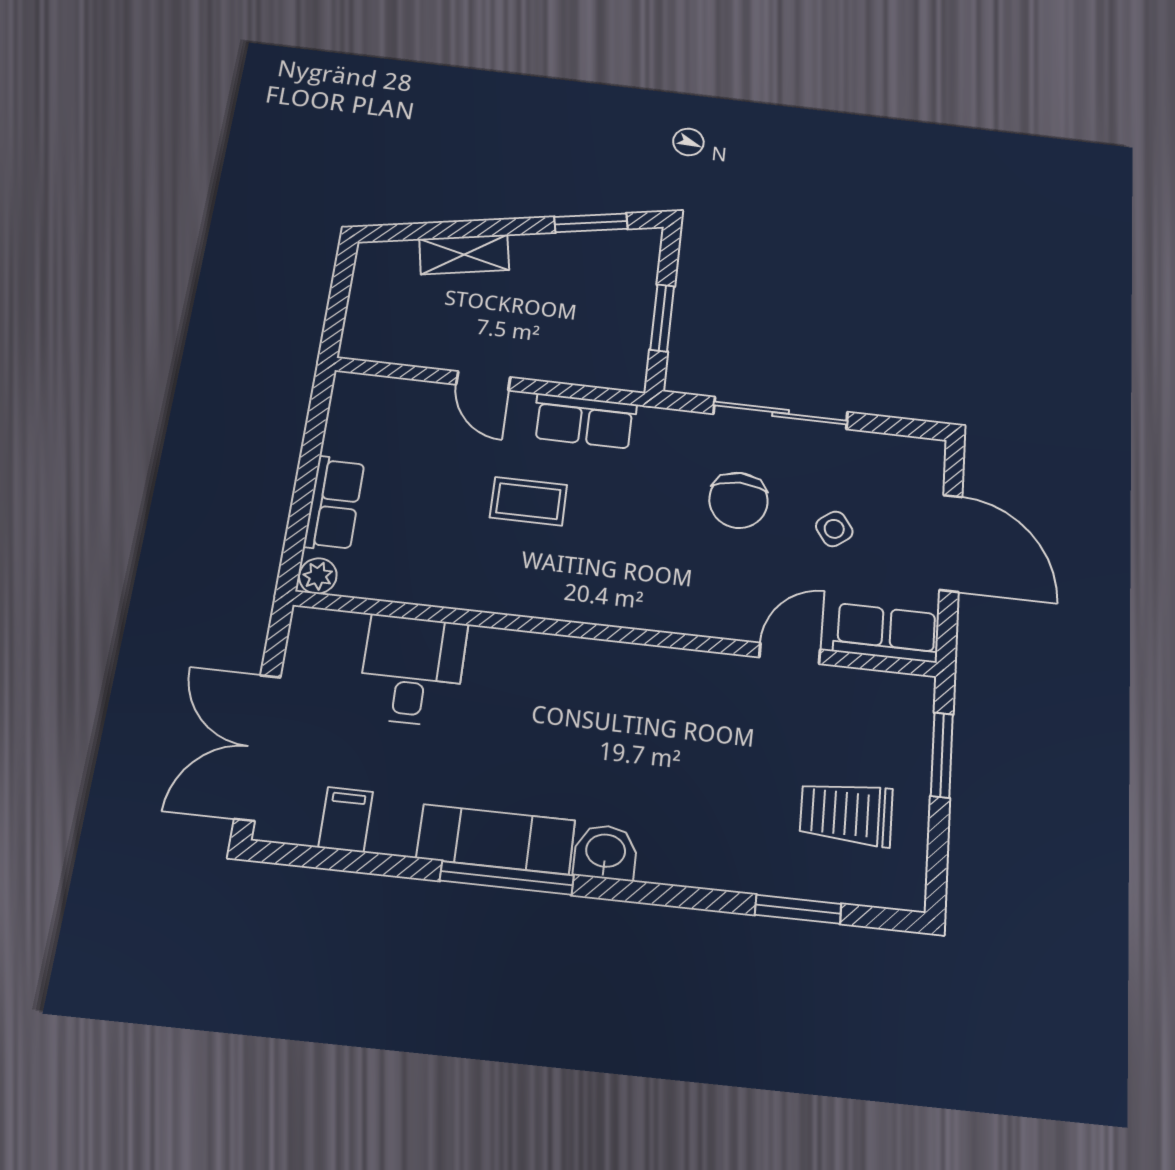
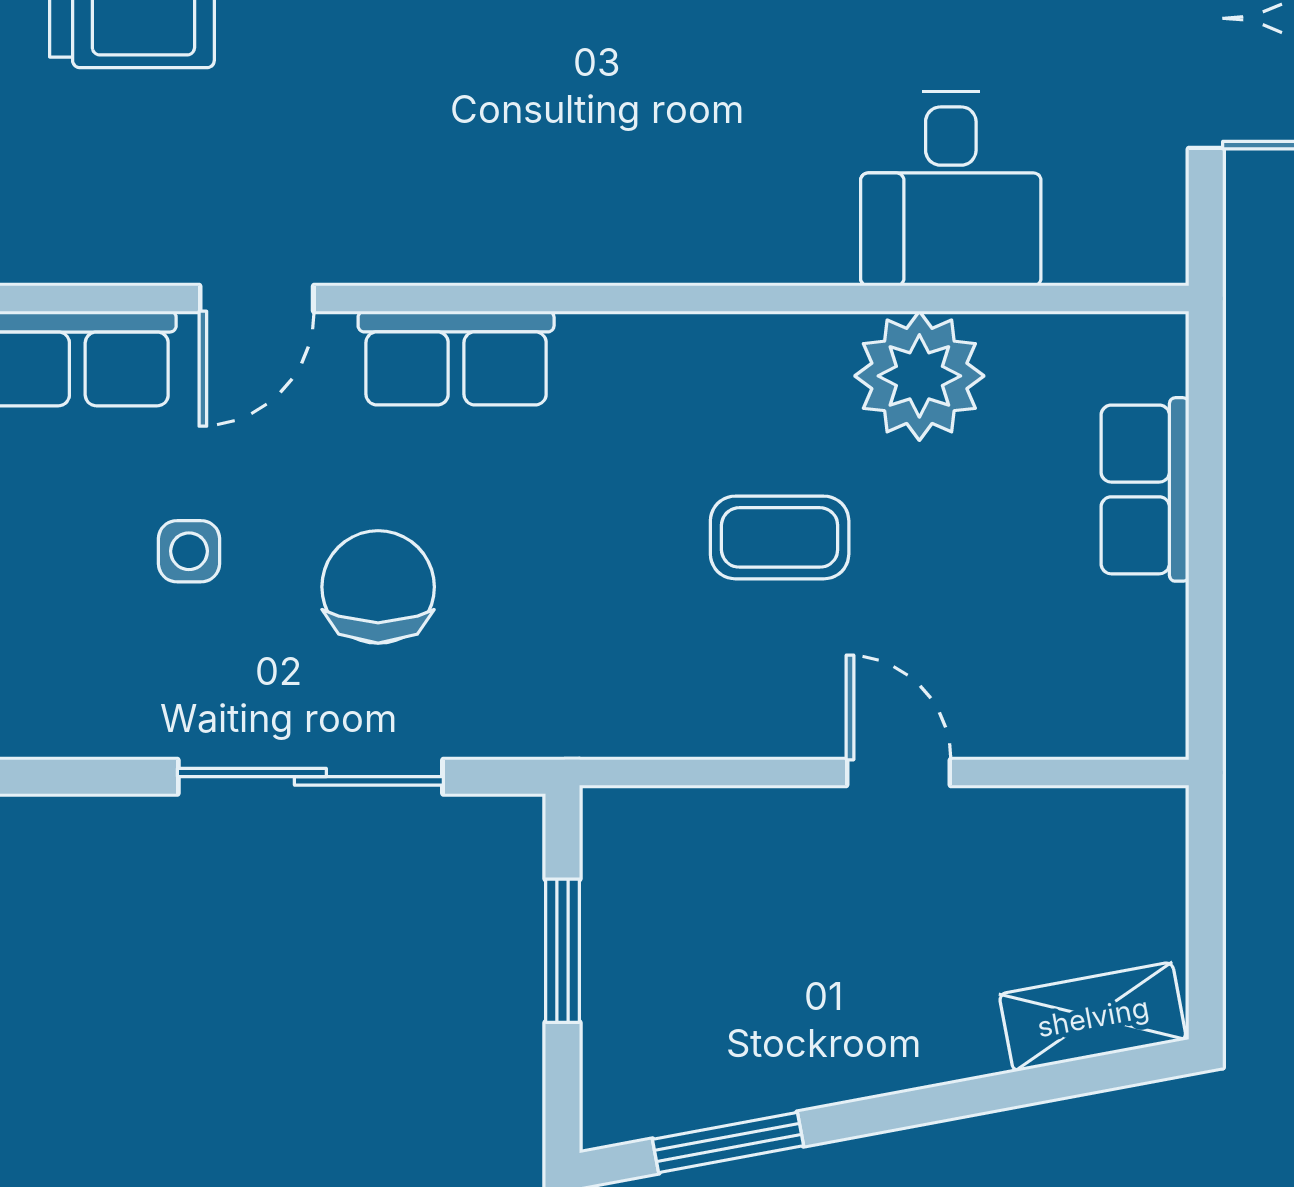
shelving: (464, 254) -> (1093, 1017), moved
row of seats: (585, 421) -> (456, 358), moved, turned 180
side table: (834, 529) -> (189, 551), turned 36
plant: (318, 576) -> (919, 376), moved, width x1.88, depth x1.88

